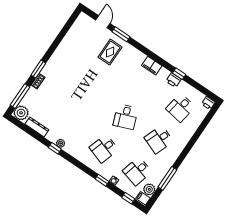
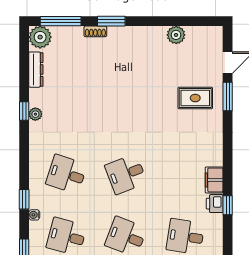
plant: (69, 39) -> (176, 35), added
filing cabinet: (152, 66) -> (214, 180), moved

